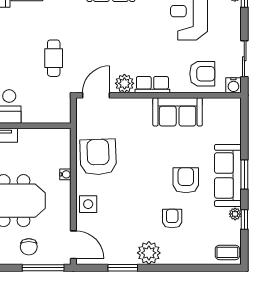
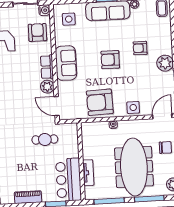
cafe table: (54, 58) -> (45, 139), moved
sofa: (178, 112) -> (66, 63), moved
side table: (219, 119) -> (69, 19), added
armchair: (186, 180) -> (110, 60), moved

